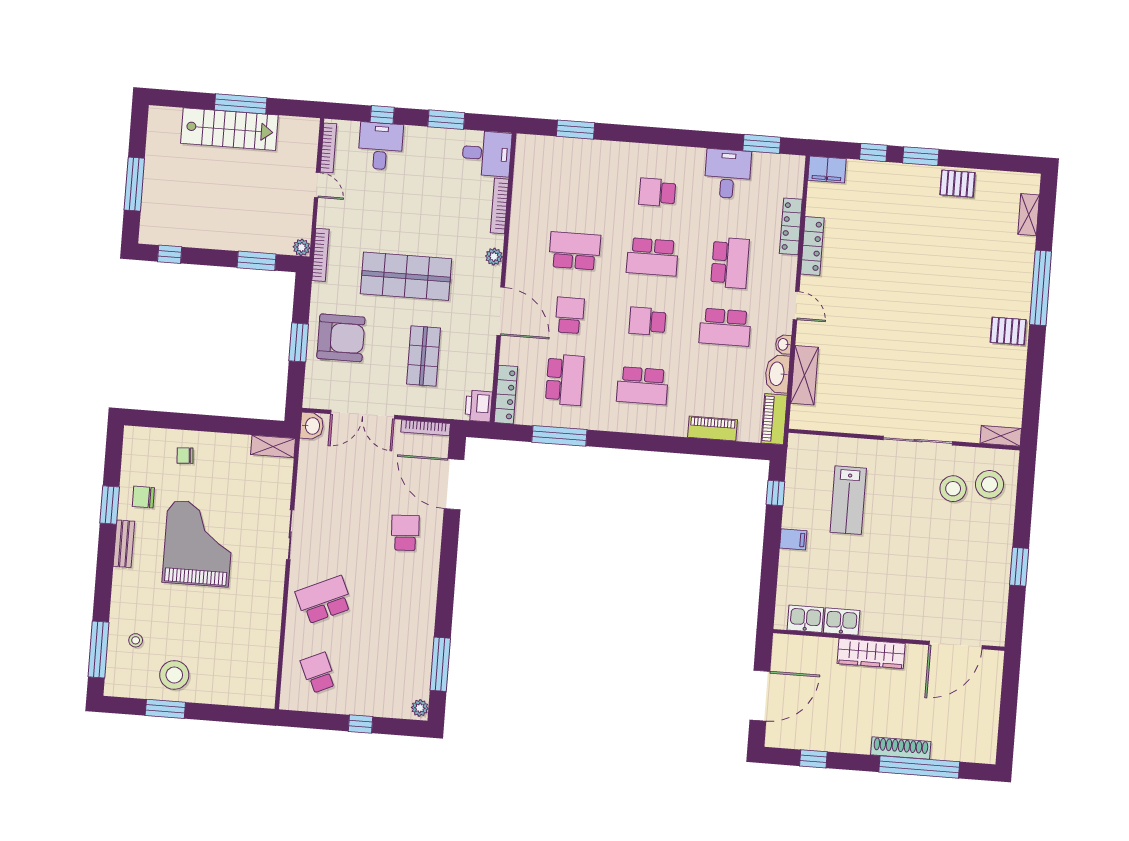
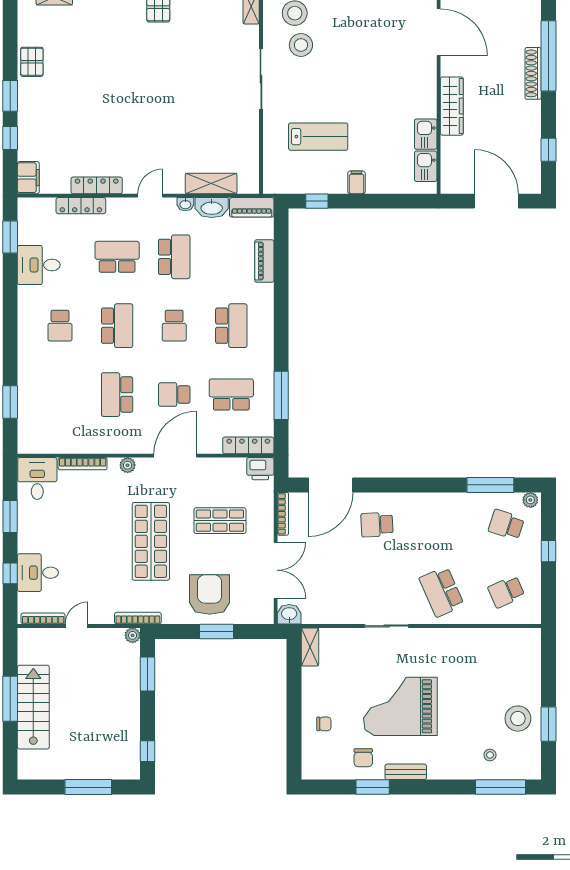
chair: (185, 456) -> (324, 724), turned -86
school desk: (394, 679) -> (506, 525), added

